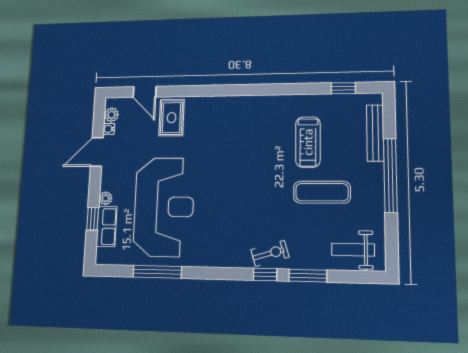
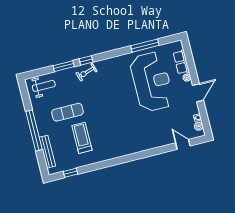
rug: (172, 118) -> (162, 133), removed
door: (97, 152) -> (198, 93), moved
reception desk: (164, 207) -> (152, 82), turned 180
window: (93, 219) -> (191, 64), removed

